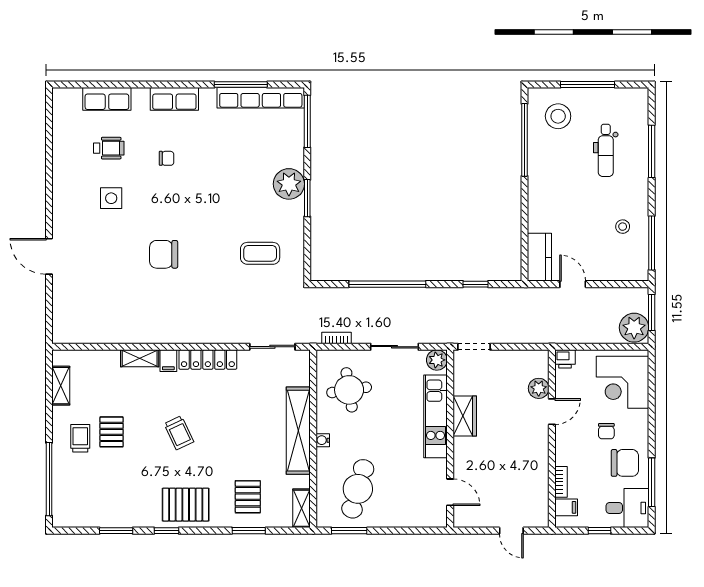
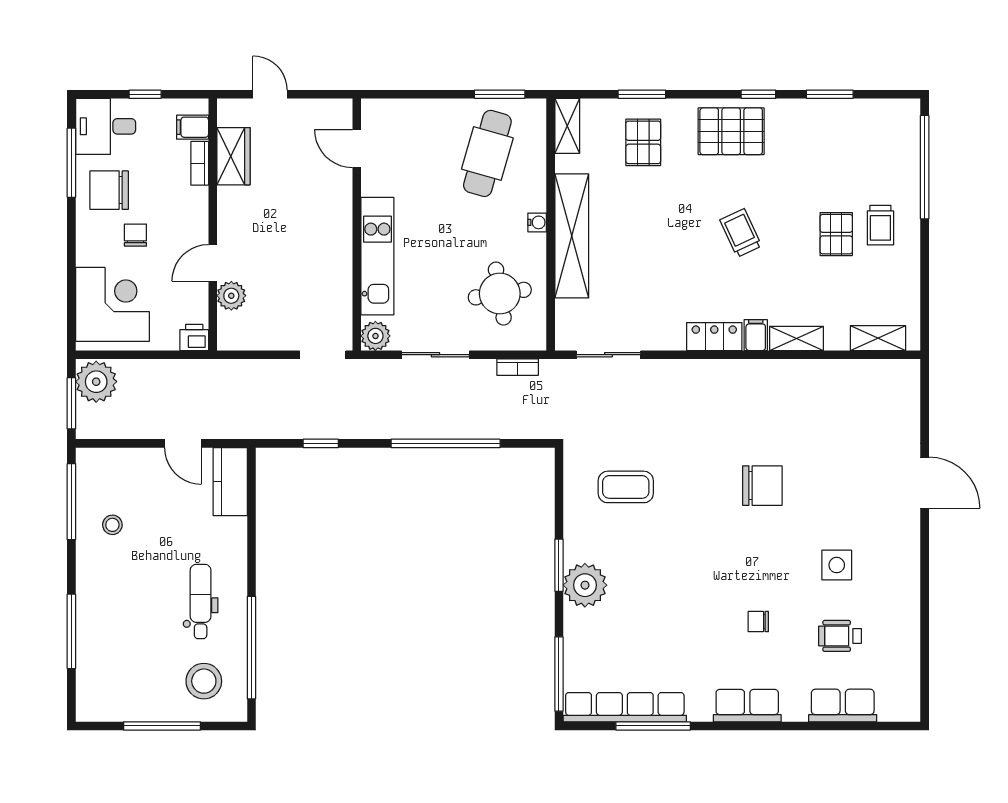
dental chair: (606, 150) -> (201, 602), moved
locker: (208, 360) -> (714, 337), width x0.66
shelving: (61, 386) -> (878, 338), moved, turned 90
wardrobe: (465, 416) -> (233, 156), moved, turned 180

